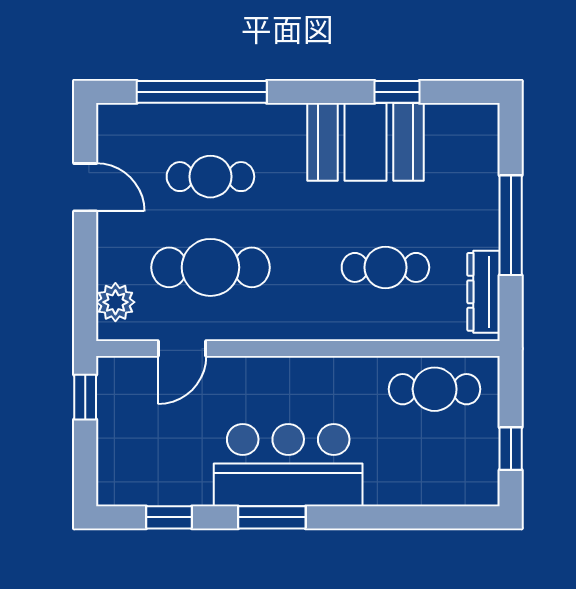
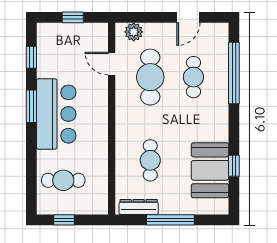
booth: (366, 142) -> (210, 170), moved
cafe table: (435, 389) -> (63, 180), moved, turned 90
window: (85, 397) -> (73, 17), moved

